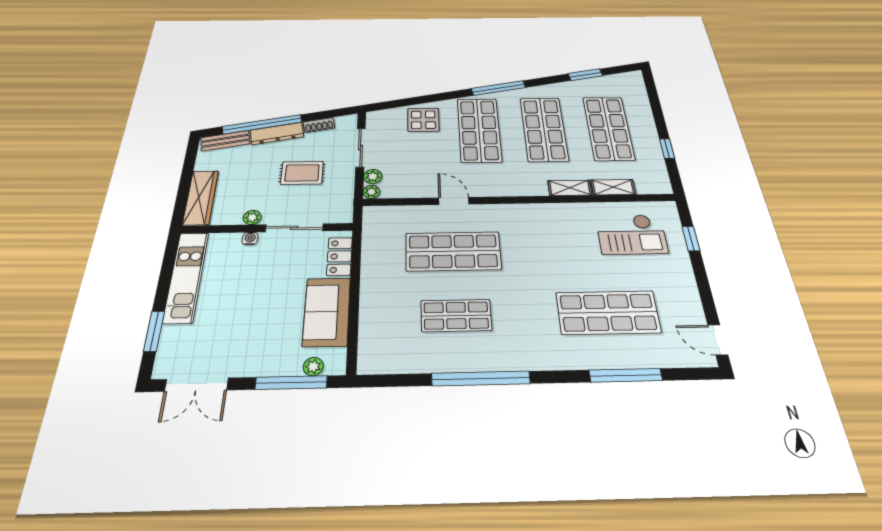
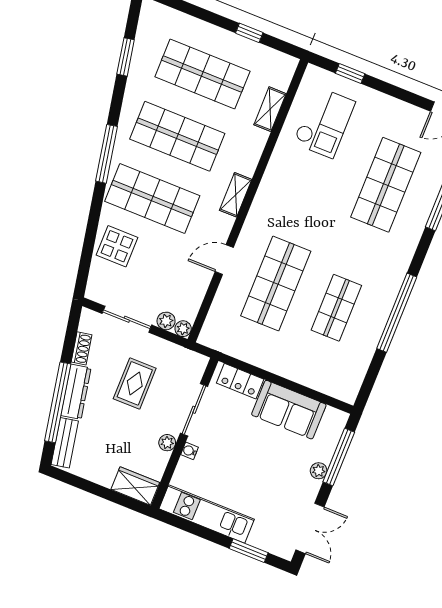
shelving: (570, 188) -> (236, 195), moved
wardrobe: (201, 197) -> (135, 486), width x0.67
plant: (313, 367) -> (319, 471), moved

